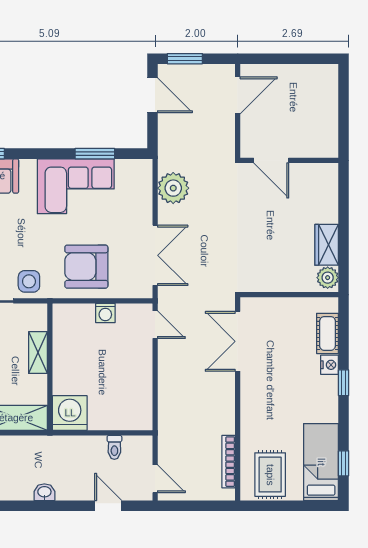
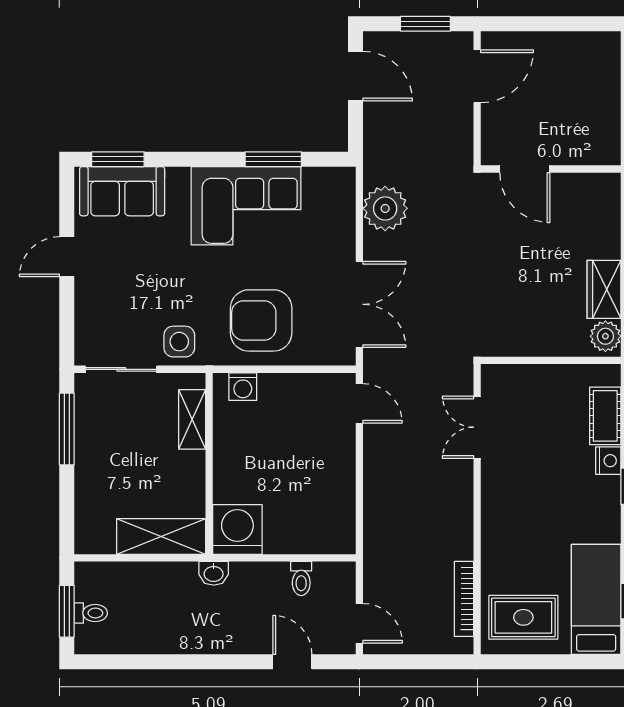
window: (185, 59) -> (425, 24), moved
washing machine: (105, 313) -> (243, 387), moved
double door: (238, 341) -> (477, 427), width x0.73
shelving: (38, 353) -> (192, 419), moved
rug: (270, 475) -> (523, 617), turned 90
washbasin: (44, 492) -> (214, 573), moved, turned 180

